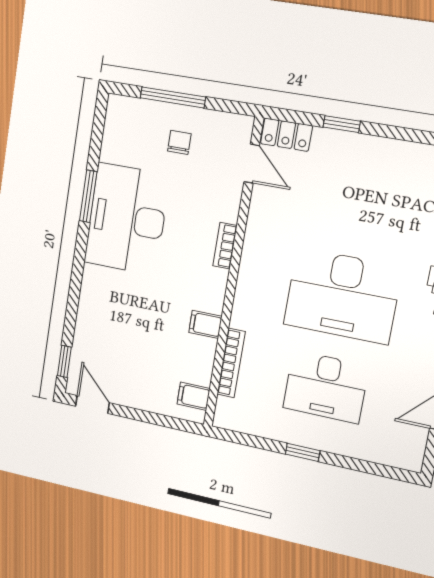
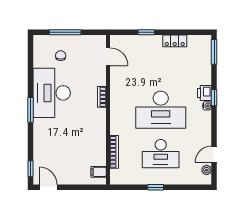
locker: (286, 135) -> (175, 41), moved
chair: (179, 142) -> (61, 56), moved
window: (88, 196) -> (31, 110), moved
filing cabinet: (205, 324) -> (99, 136), removed
plant: (416, 441) -> (207, 170), added

